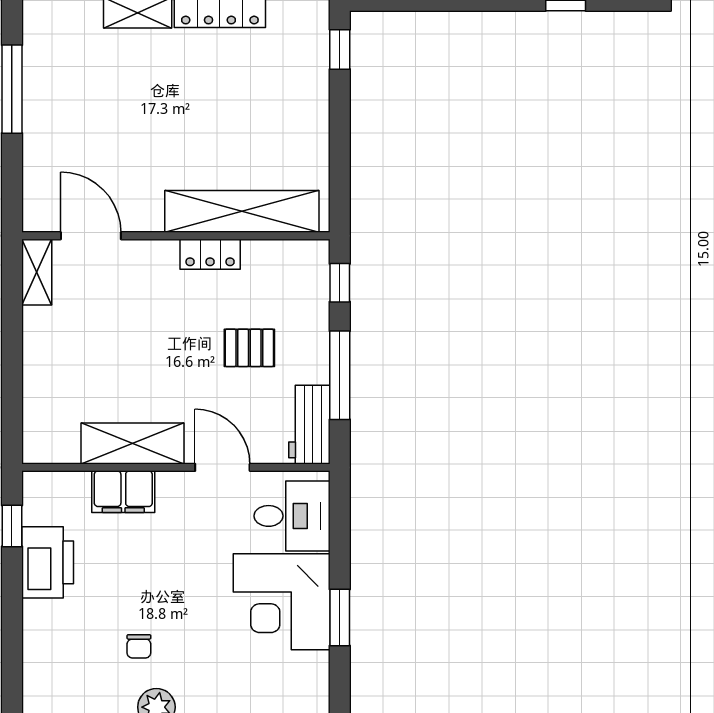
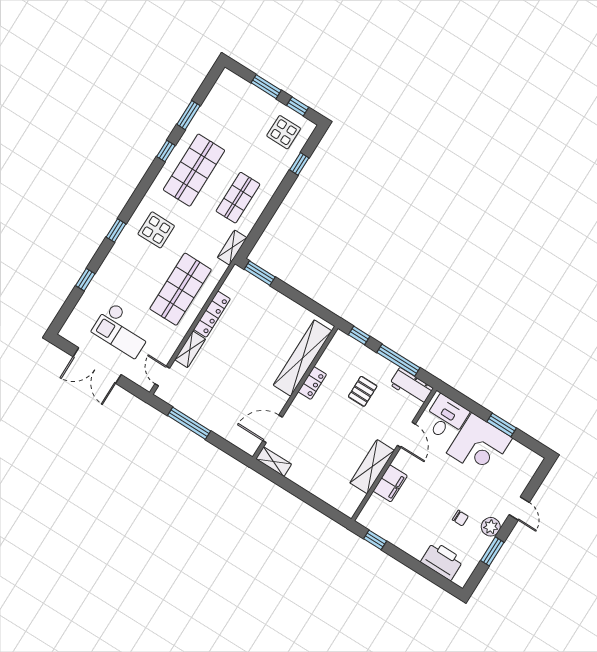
window: (340, 49) -> (260, 273), width x1.50
door: (222, 467) -> (406, 435), swing flipped
printer: (48, 562) -> (442, 561), moved

